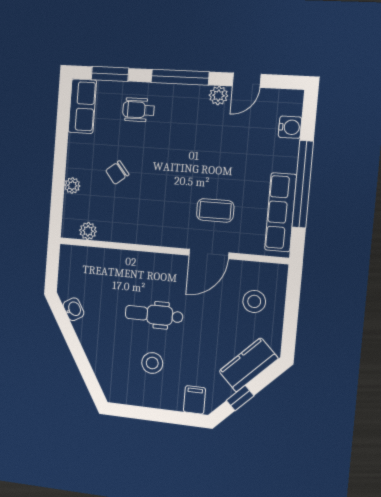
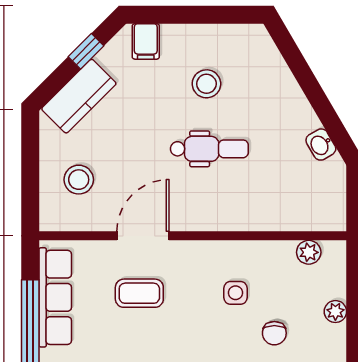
chair: (117, 173) -> (274, 333), turned 129
side table: (143, 205) -> (235, 293), added

